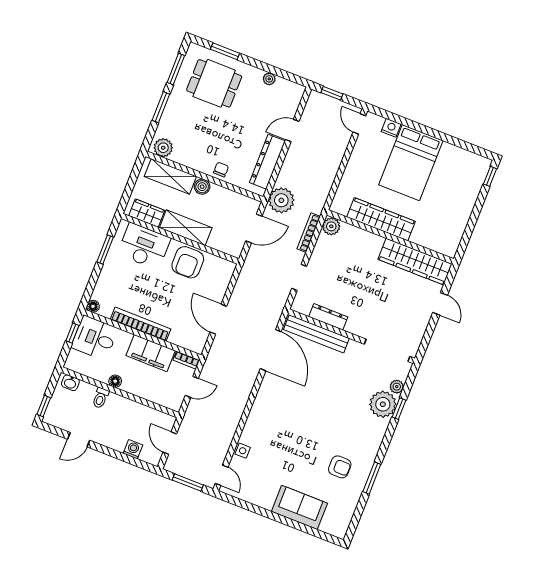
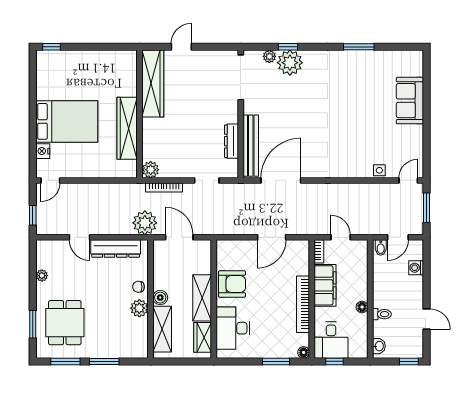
plant: (163, 148) -> (139, 308), moved
window: (105, 249) -> (276, 361), moved
bidet: (166, 422) -> (381, 248), added
armchair: (340, 467) -> (360, 79), removed

